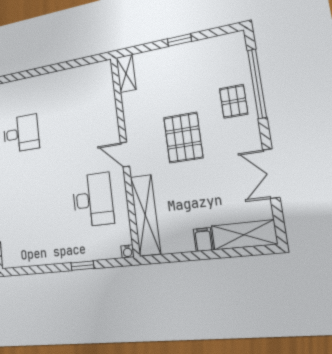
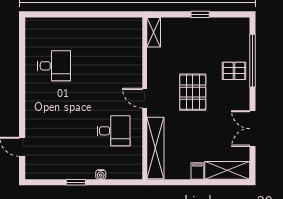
pallet: (234, 101) -> (234, 71), turned 90
desk: (93, 200) -> (113, 131), width x0.73
water cooler: (127, 251) -> (101, 174), moved
window: (82, 266) -> (76, 182), moved

